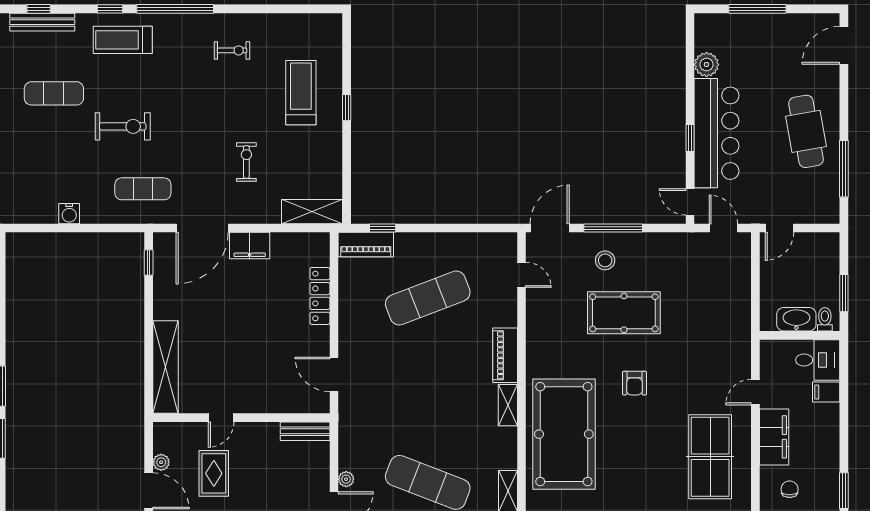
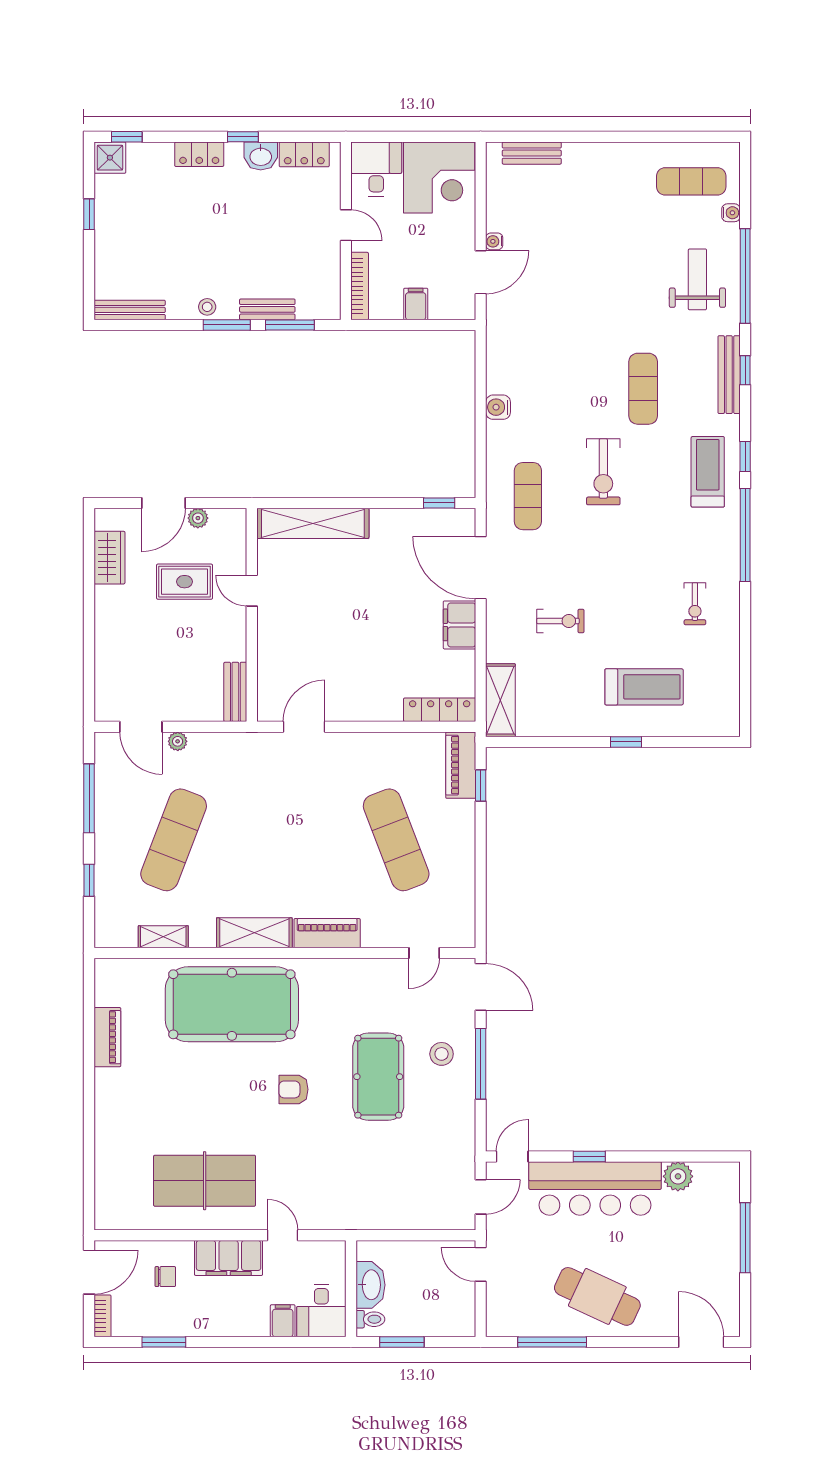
cafe table: (806, 131) -> (597, 1296), turned 35
locker: (320, 296) -> (440, 710), moved
shelving: (508, 405) -> (254, 933), width x1.50, depth x1.33

